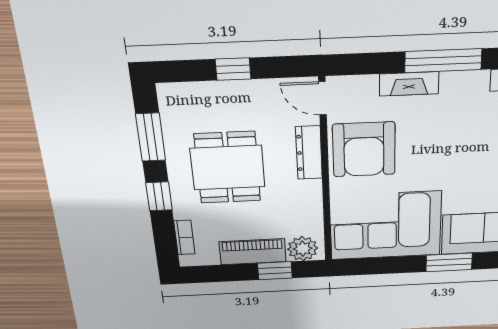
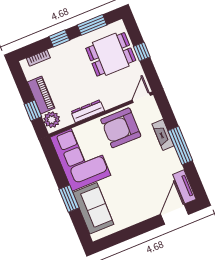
dresser: (309, 153) -> (88, 111), moved
dining table: (228, 168) -> (111, 54), moved

